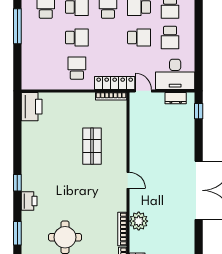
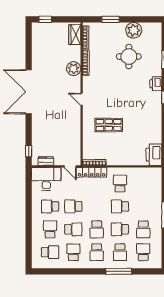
school desk: (170, 38) -> (50, 206), turned -90
school desk: (77, 68) -> (120, 183), turned 180
shop shelf: (92, 146) -> (109, 125), turned 90

